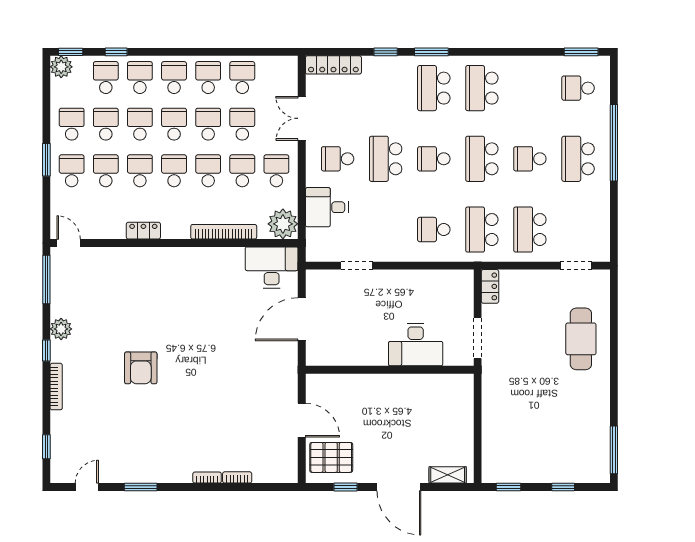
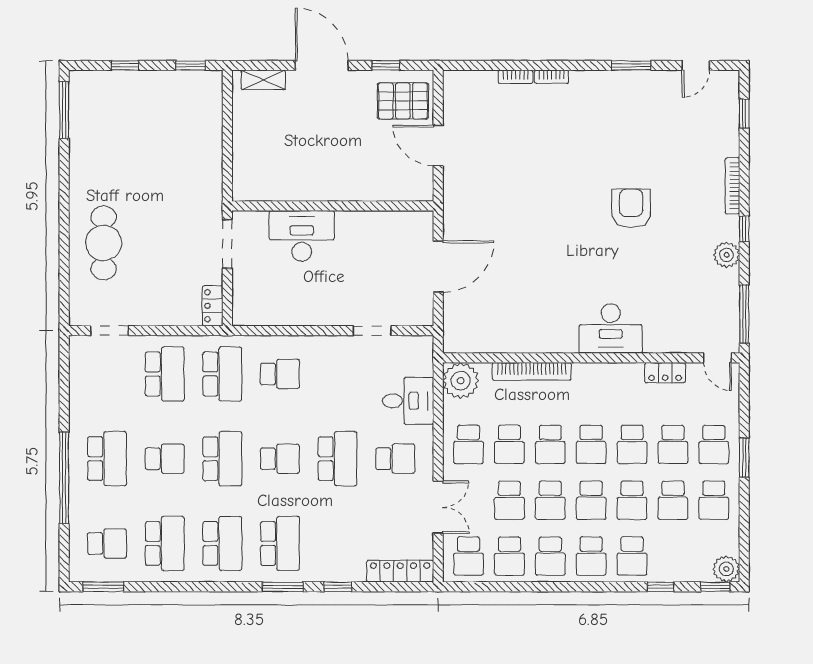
school desk: (106, 78) -> (468, 556), moved
school desk: (530, 88) -> (165, 543), added
locker: (143, 231) -> (665, 373), moved
desk: (272, 267) -> (611, 329), moved

